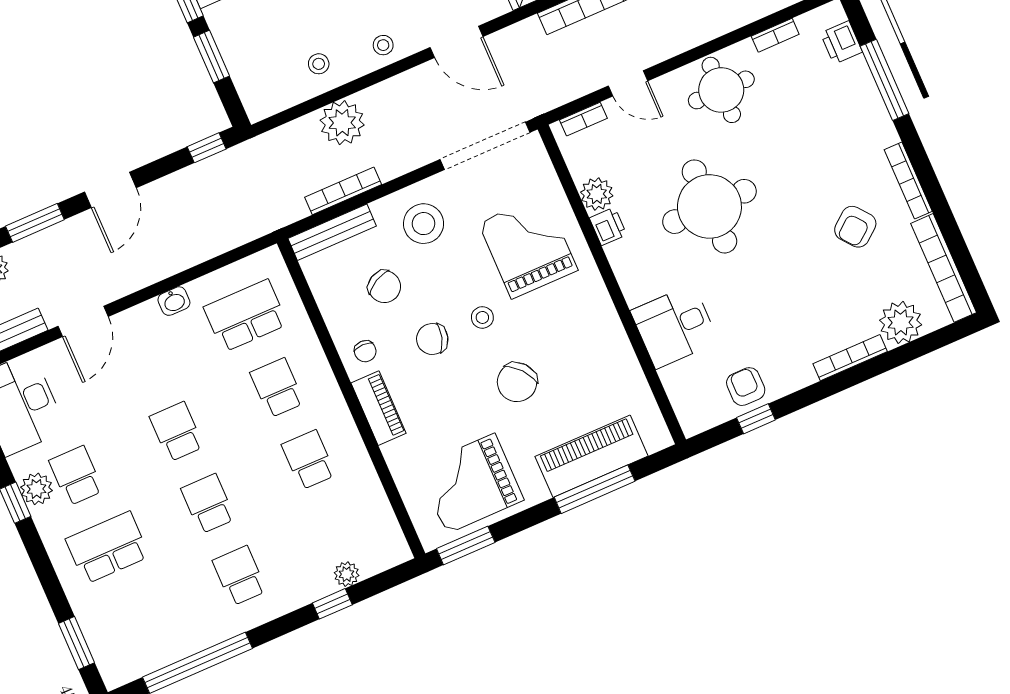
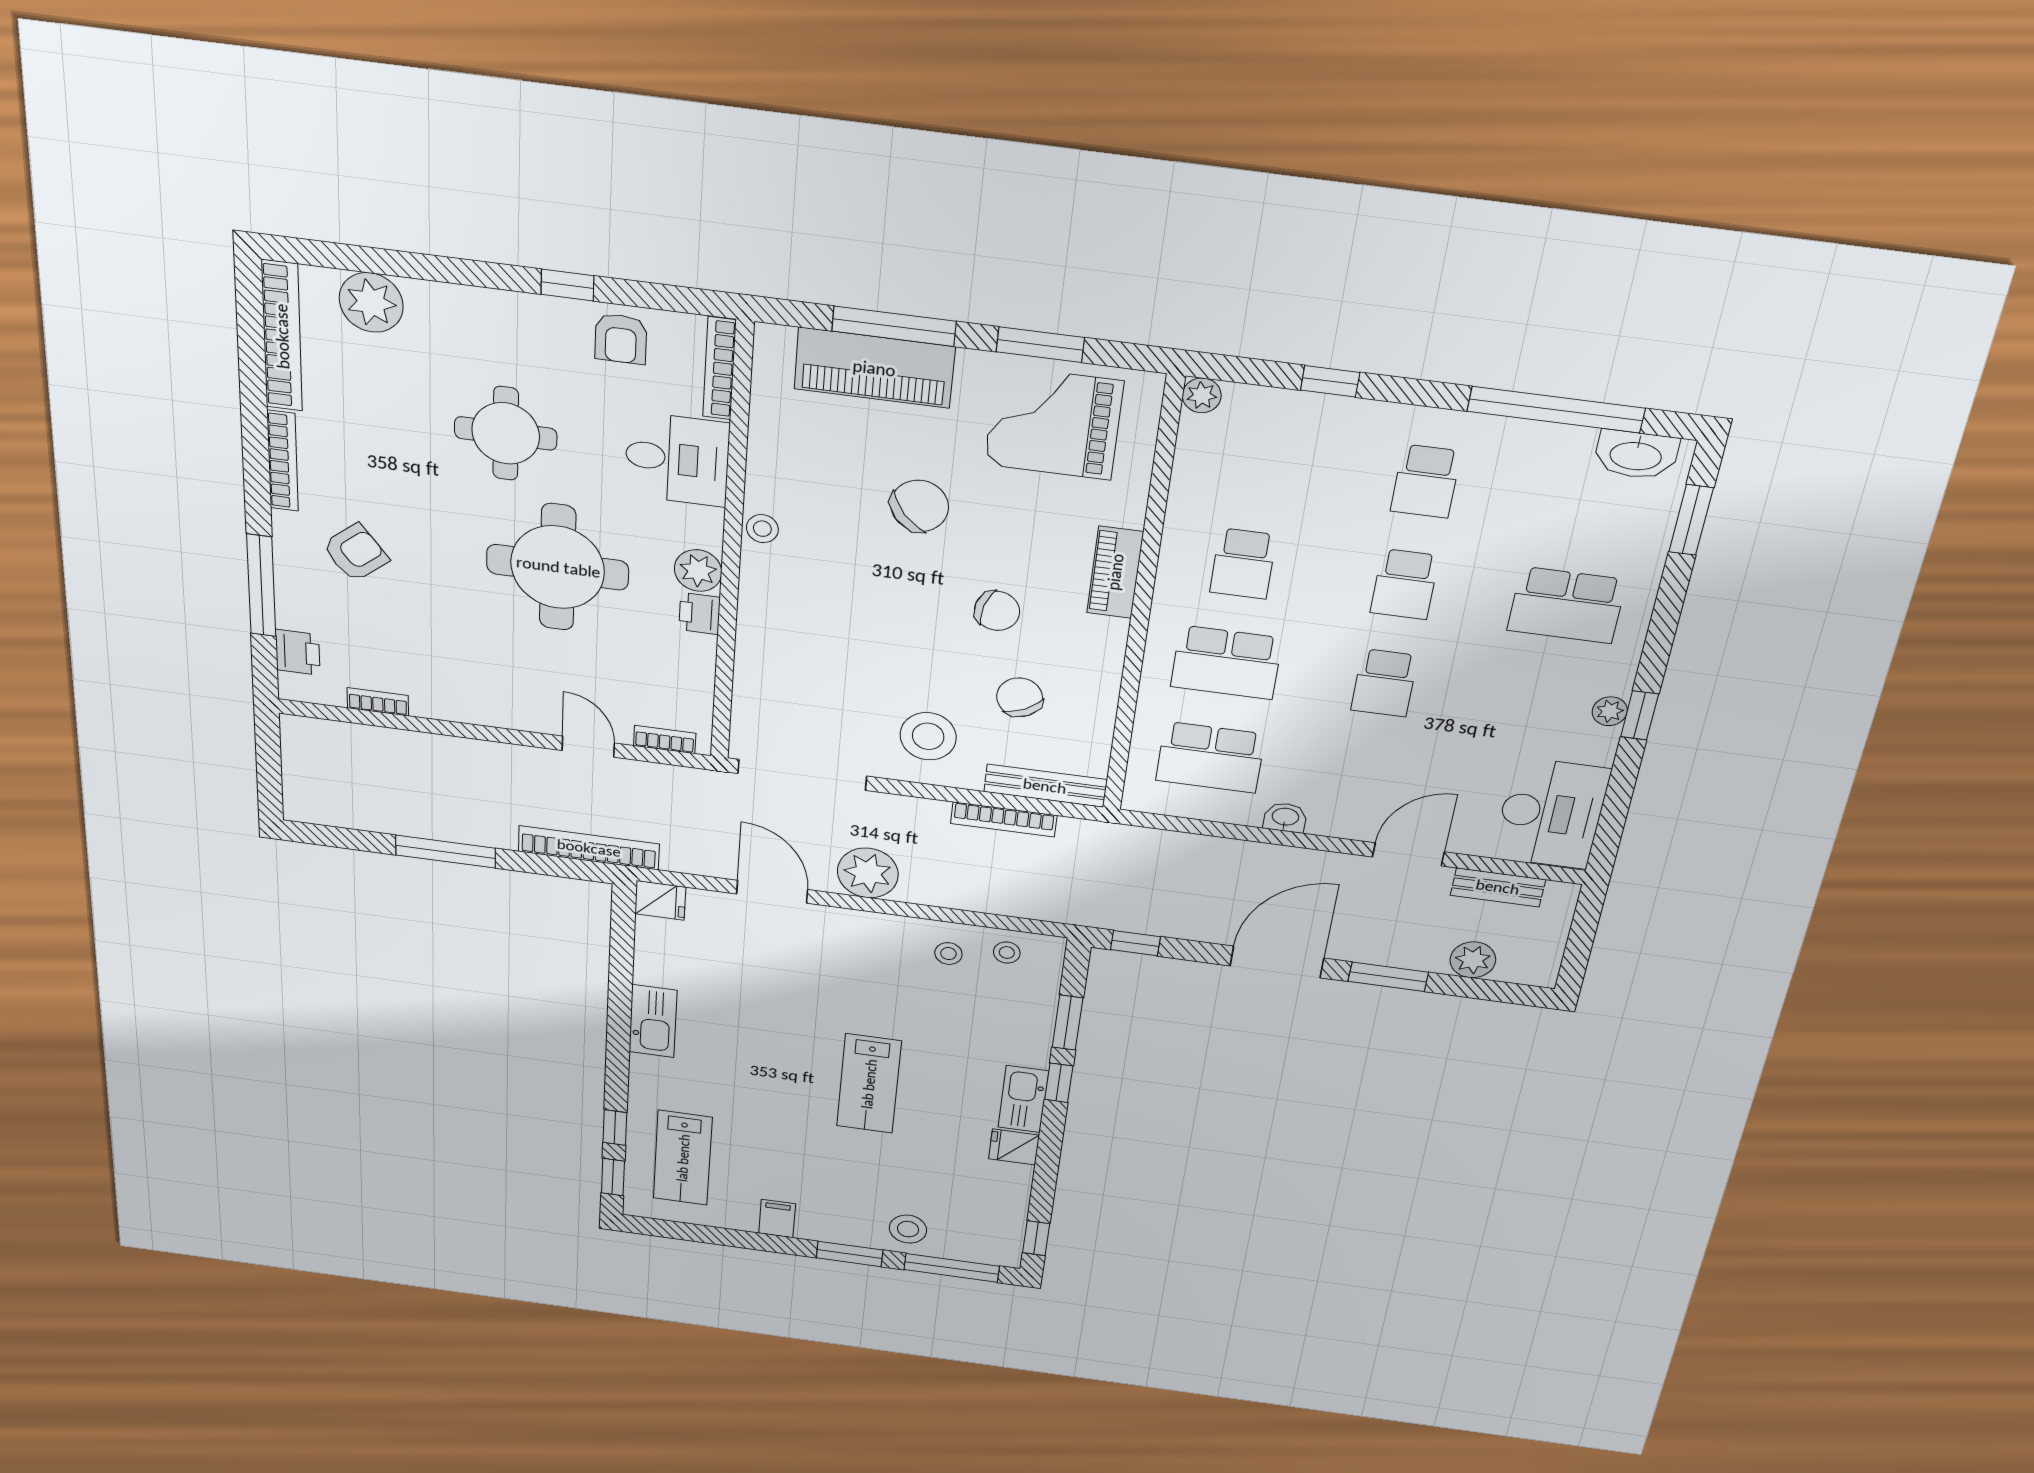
stool: (383, 45) -> (1007, 953), moved
round table: (721, 90) -> (506, 433), moved
plant: (342, 123) -> (868, 873), moved
door: (110, 190) -> (1277, 962), width x1.36
plant: (597, 194) -> (698, 571), moved
armchair: (855, 227) -> (356, 553), moved
grand piano: (528, 246) -> (813, 645), removed
stool: (482, 317) -> (762, 529), moved
chair: (365, 351) -> (1090, 643), removed
bookcase: (850, 358) -> (719, 368), moved, turned 90
school desk: (277, 388) -> (1226, 662), width x1.85
window: (756, 419) -> (567, 285), moved
school desk: (76, 476) -> (1543, 703), removed
grand piano: (471, 483) -> (1054, 423), turned 180
plant: (36, 489) -> (1610, 711), width x0.73, depth x0.73
window: (466, 546) -> (1040, 345), moved
plant: (347, 574) -> (1202, 395), moved
washbasin: (135, 663) -> (1636, 455), added

